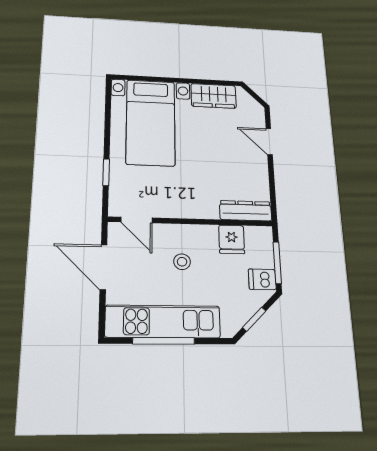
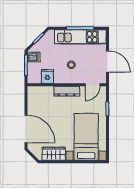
door: (269, 142) -> (26, 129), width x1.87
dresser: (246, 211) -> (67, 91), moved
door: (137, 220) -> (93, 85), swing flipped

